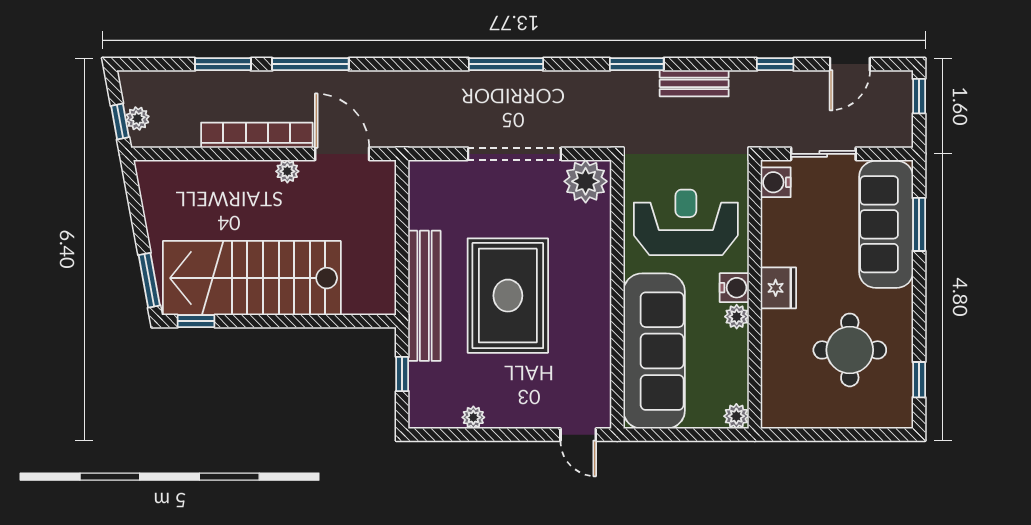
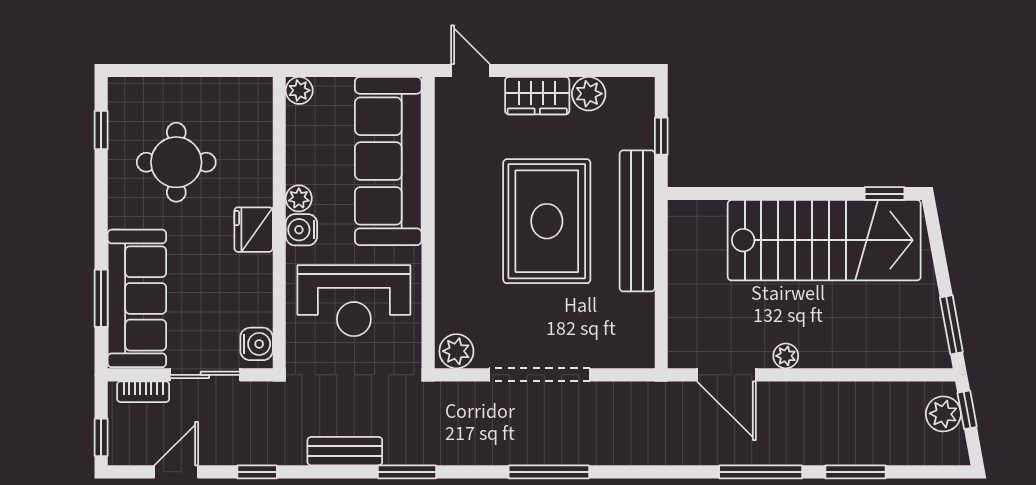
plant: (138, 118) -> (943, 414), width x1.38, depth x1.38
bookcase: (257, 135) -> (143, 392), moved, width x0.43, depth x0.76
plant: (586, 181) -> (456, 351), width x0.73, depth x0.73
window: (149, 280) -> (951, 325), moved
wardrobe: (517, 411) -> (537, 96), added
plant: (473, 417) -> (589, 94), width x1.38, depth x1.38

